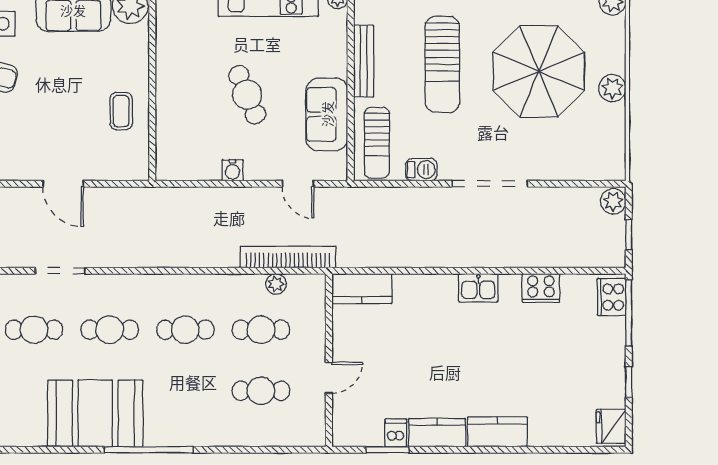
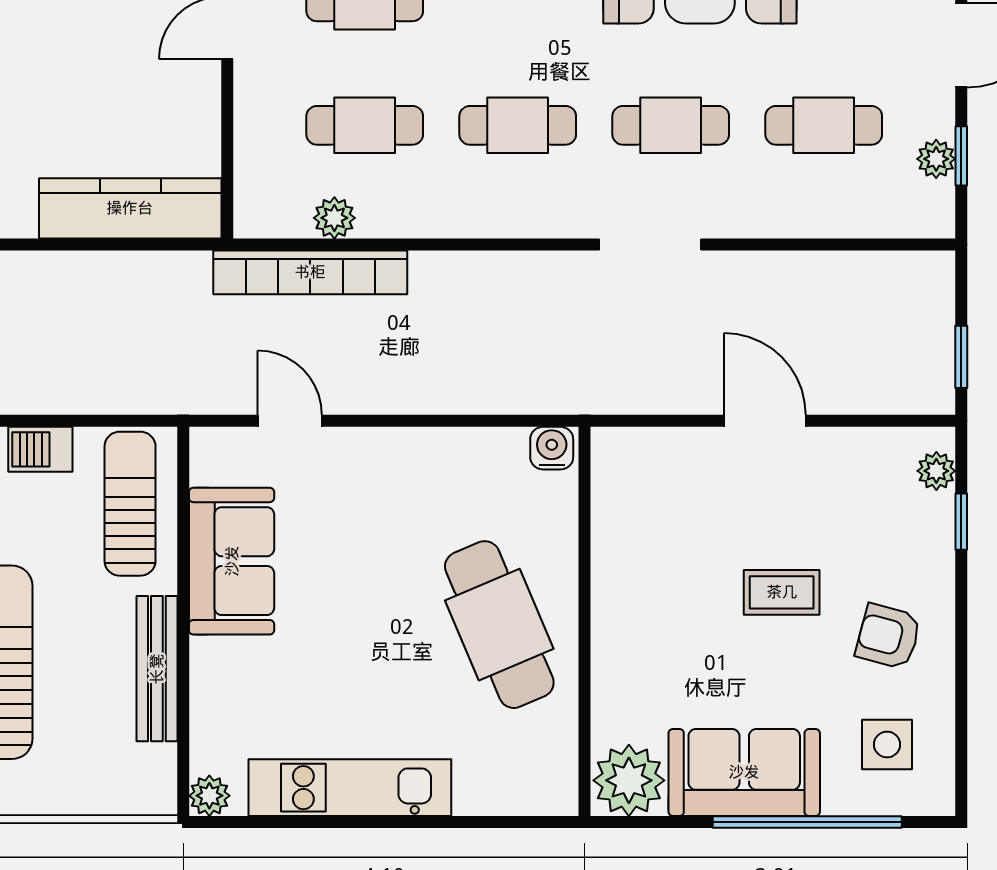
cafe table: (247, 95) -> (499, 625), moved, width x1.37, depth x1.35
coffee table: (121, 111) -> (782, 592), moved, turned 90
water cooler: (233, 170) -> (552, 448), moved
doorway: (60, 271) -> (650, 245), moved
kitchen counter: (362, 289) -> (130, 208), width x1.50

